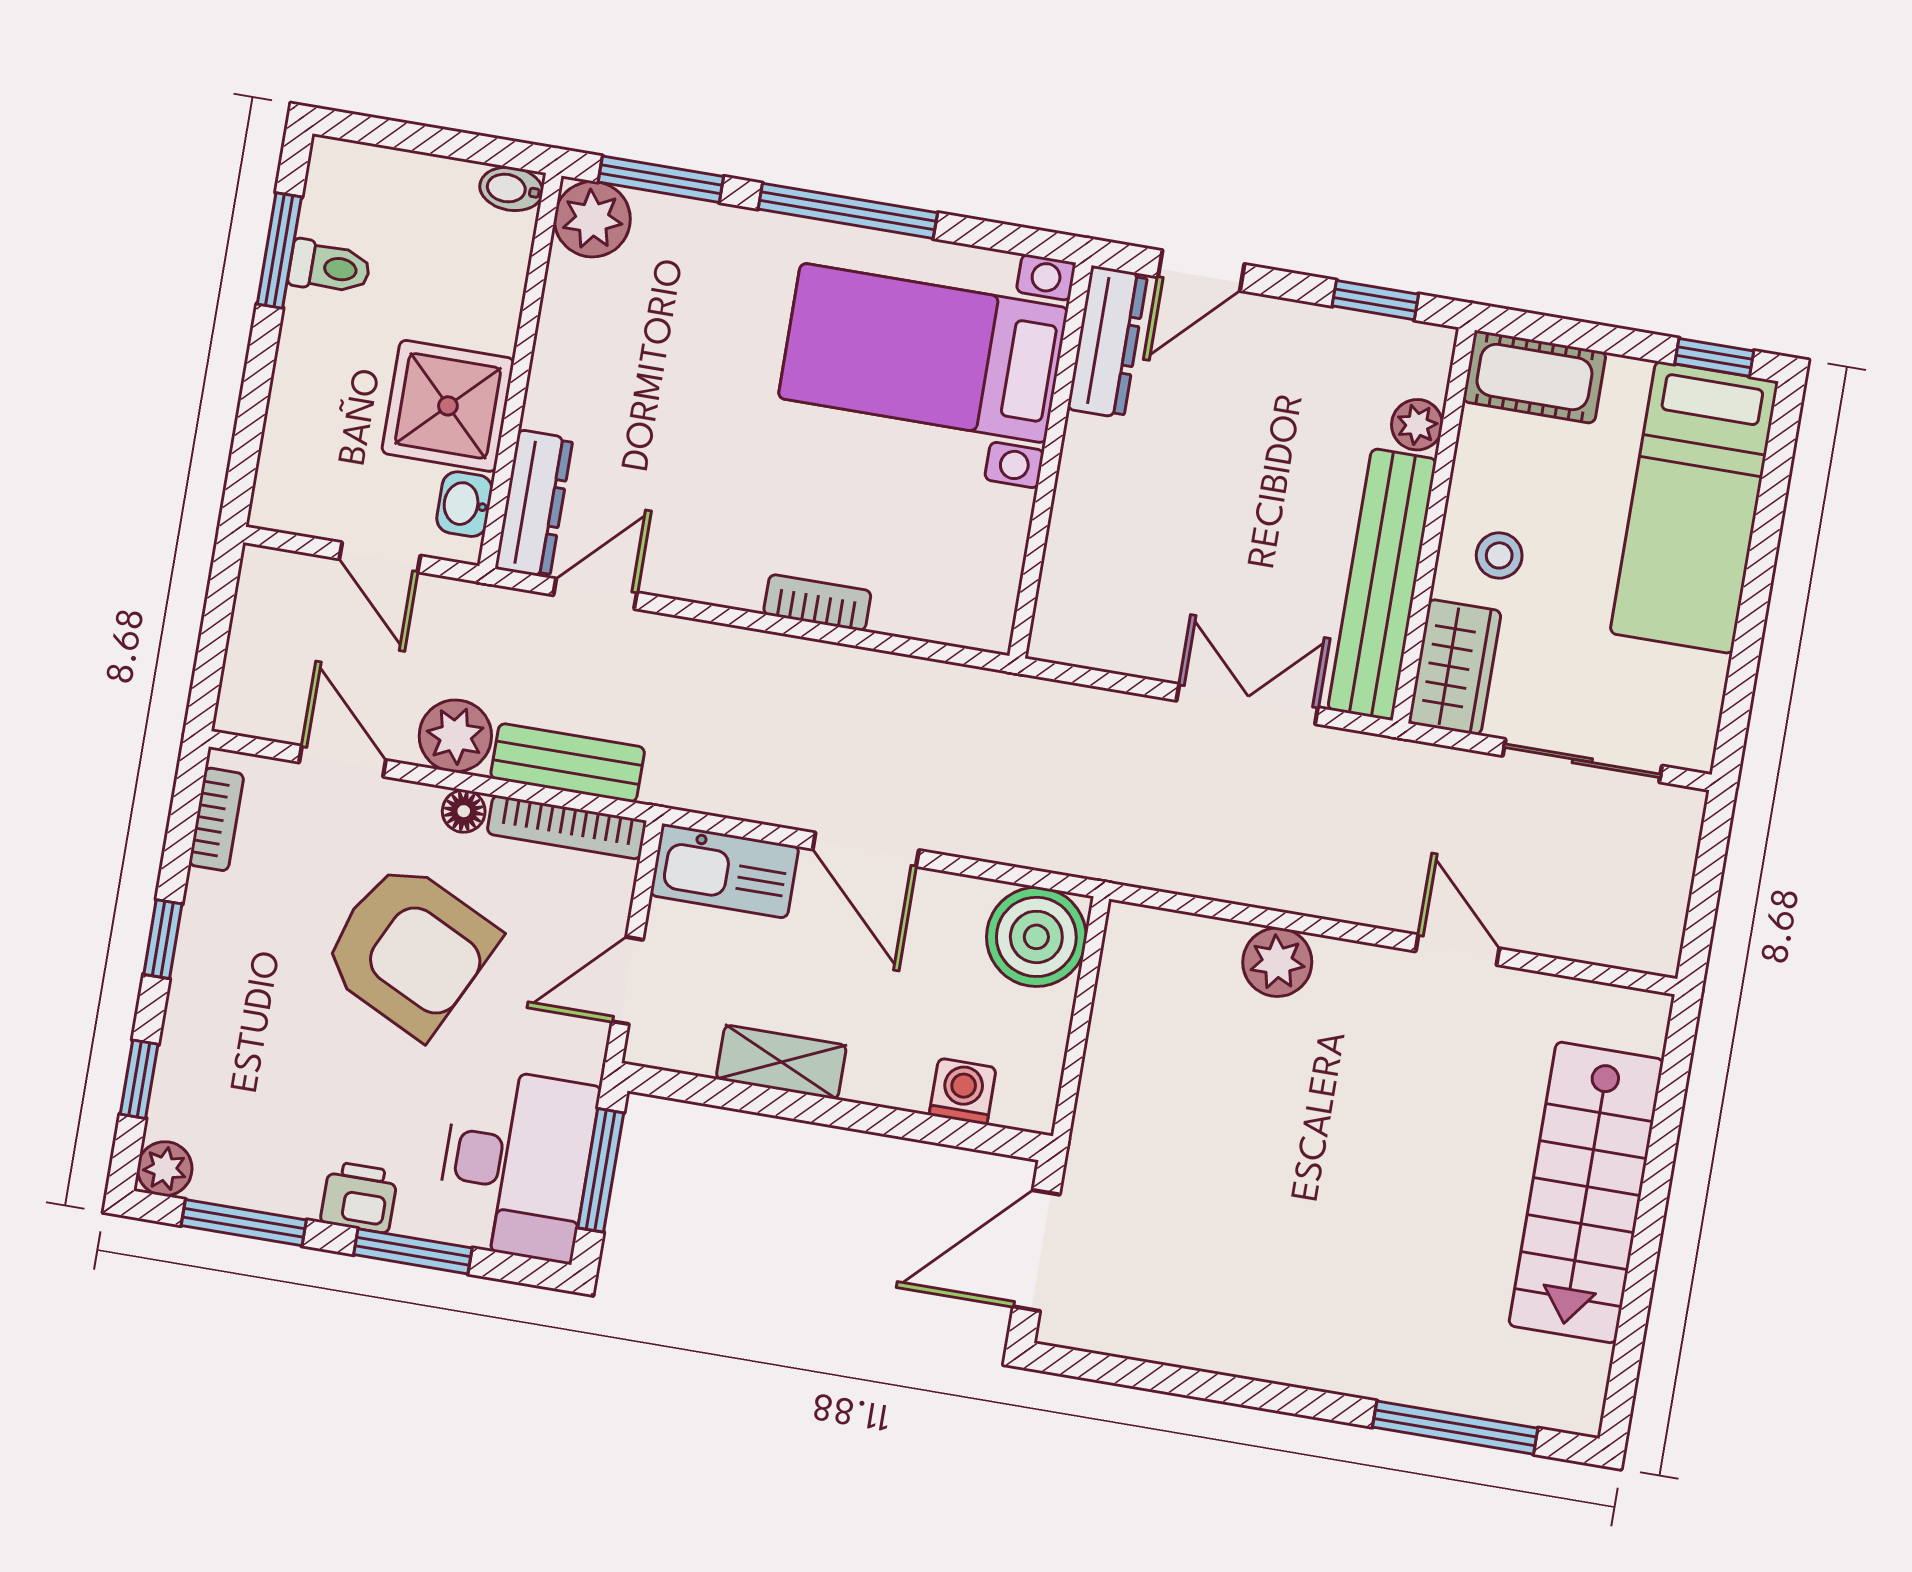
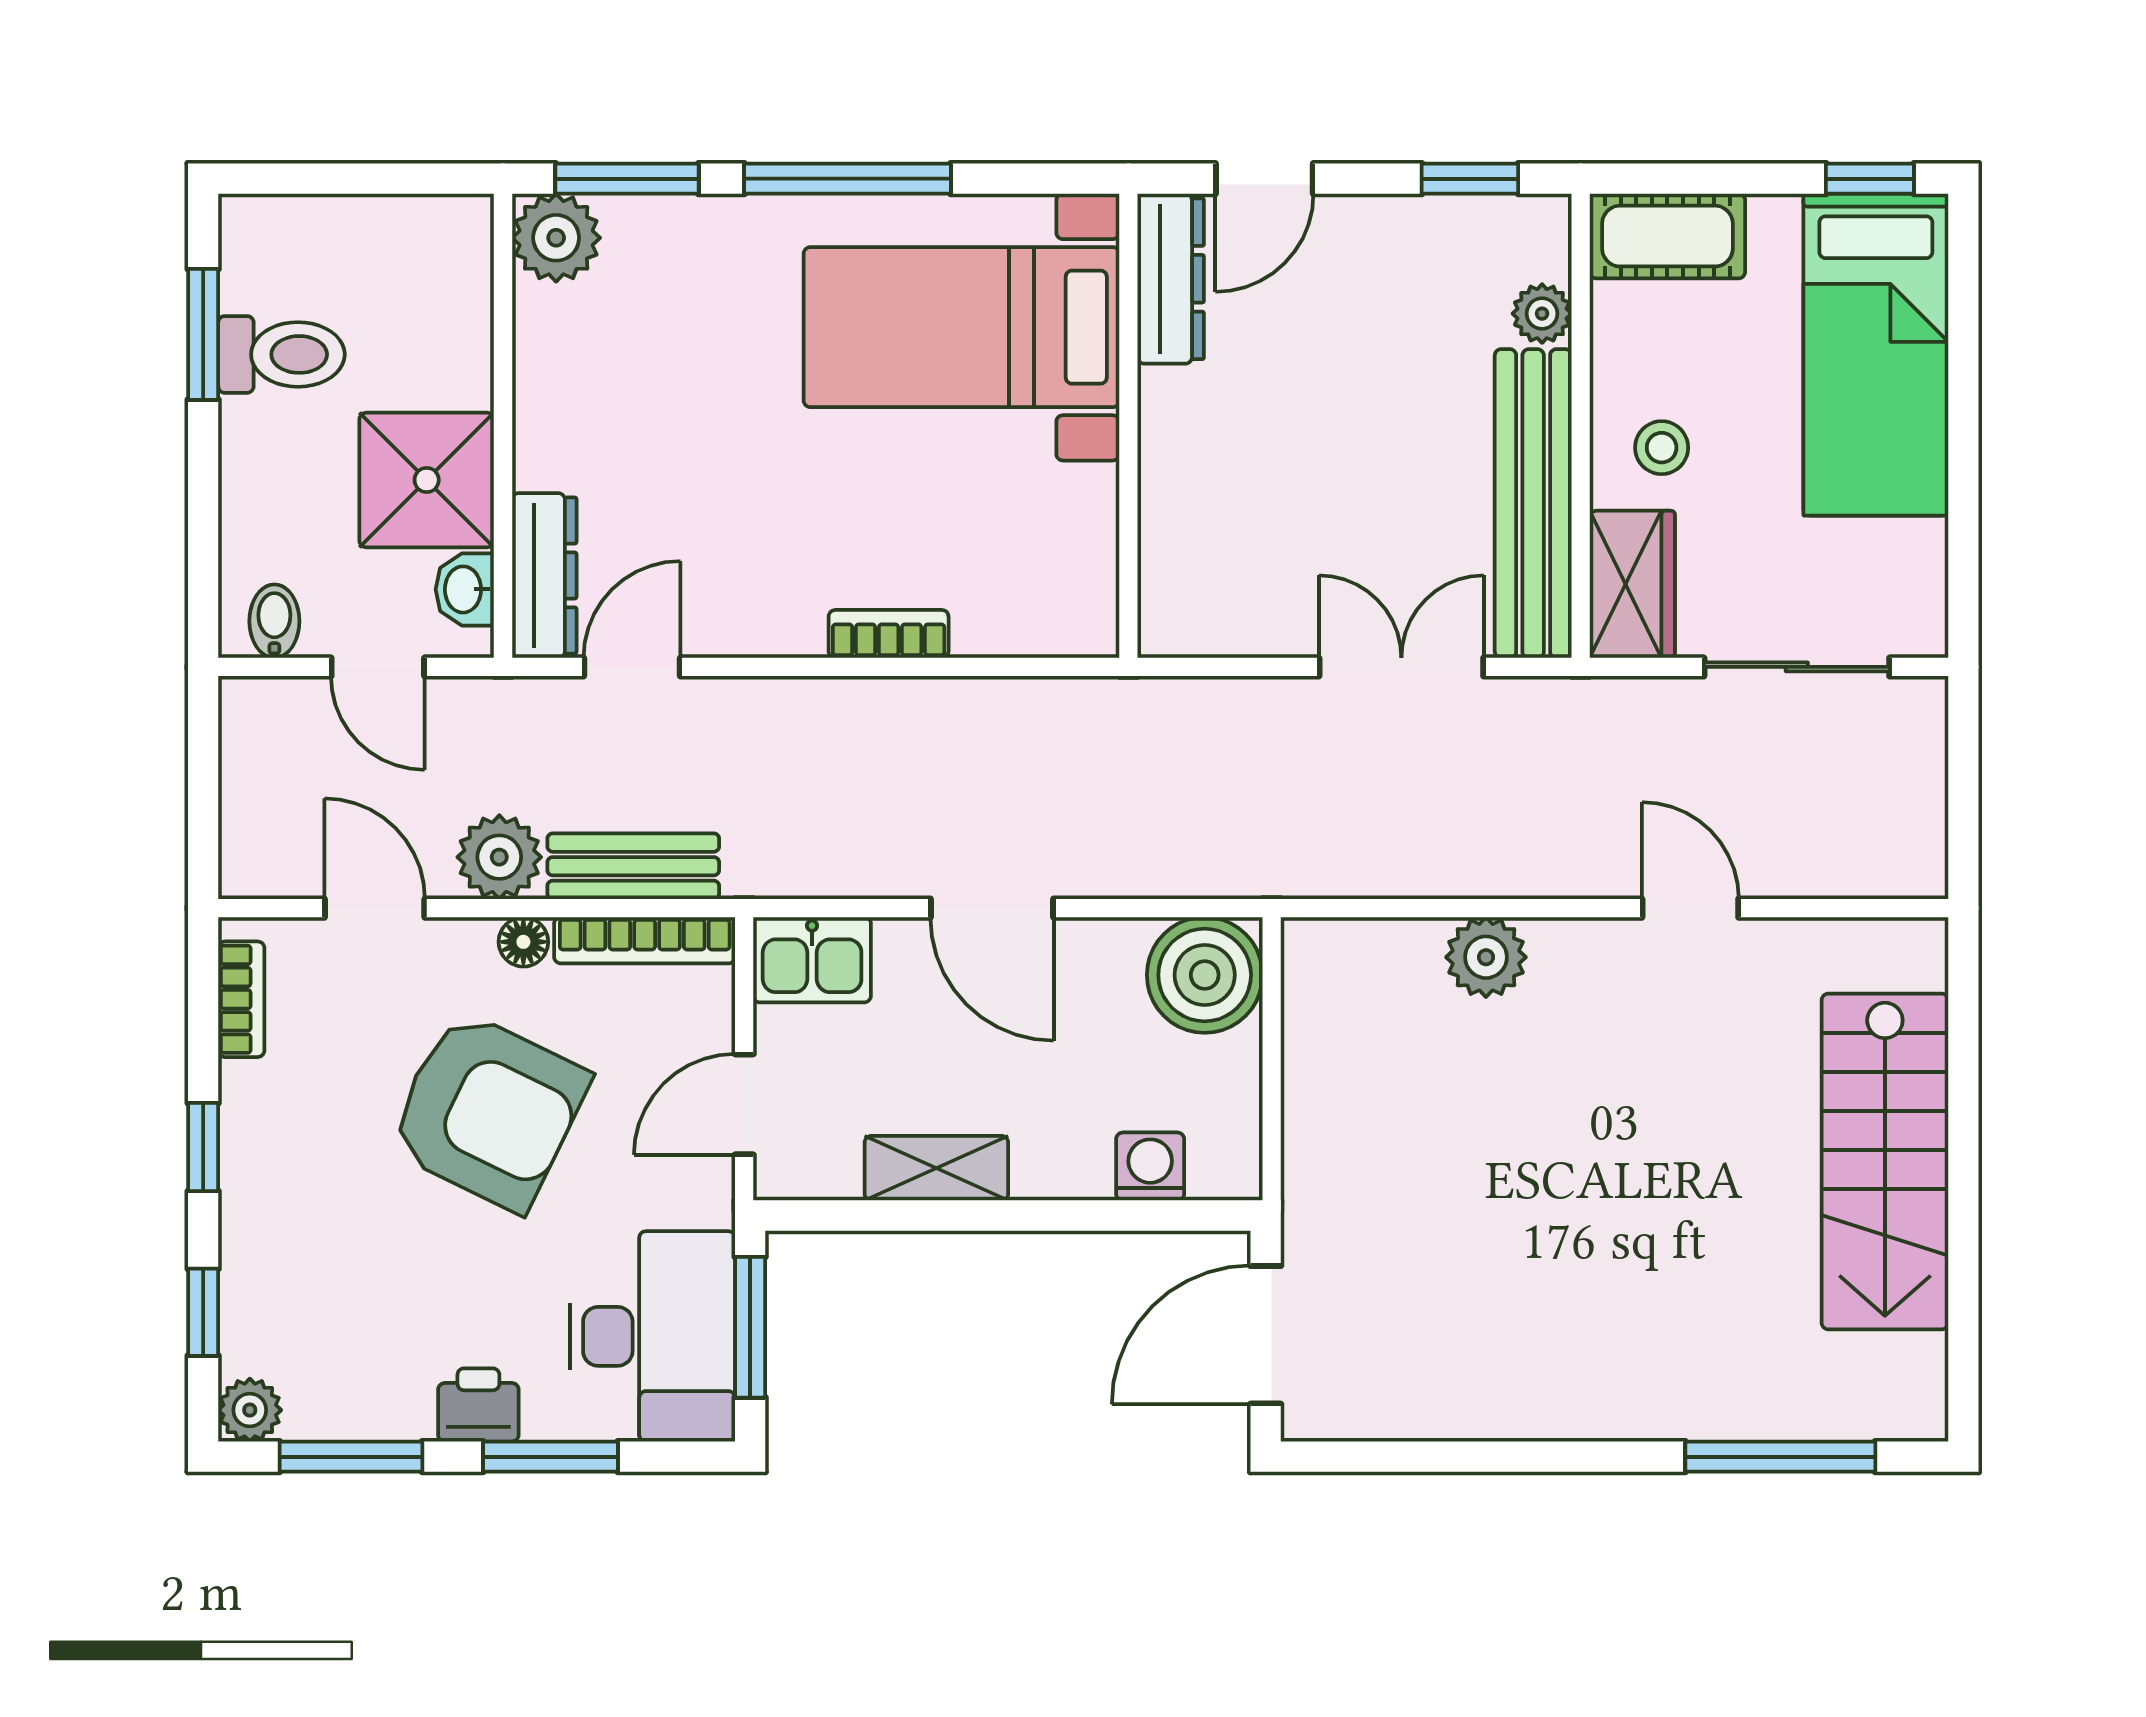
bidet: (511, 189) -> (274, 621), moved, turned 90
toilet: (329, 267) -> (281, 354), width x1.37, depth x1.39
kitchen sink: (724, 871) -> (812, 960), width x0.73

